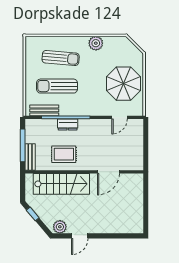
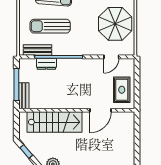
dresser: (68, 125) -> (46, 64), moved
rug: (64, 154) -> (122, 90), moved, turned 90

